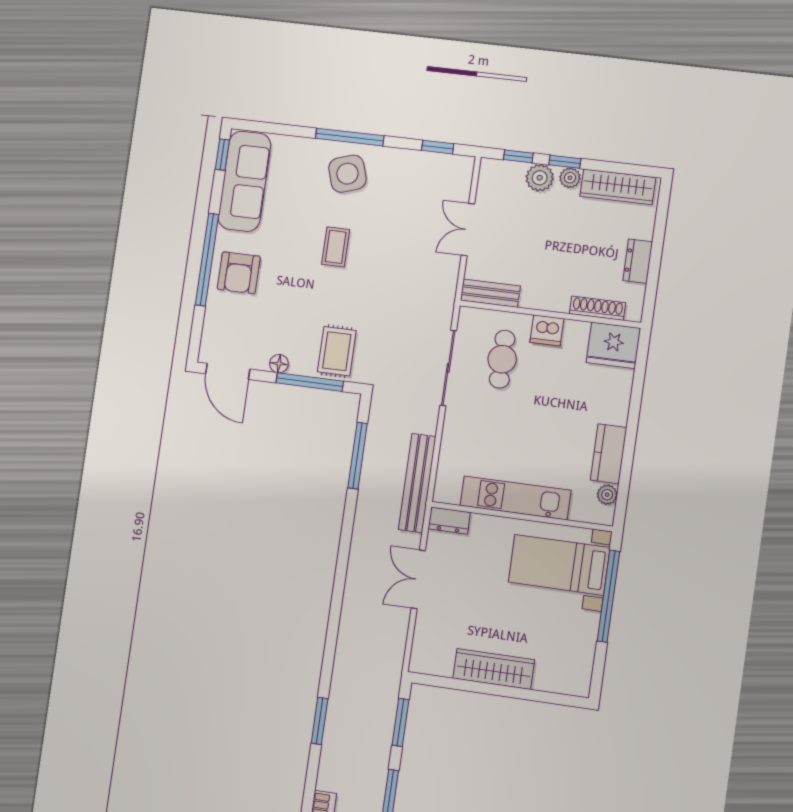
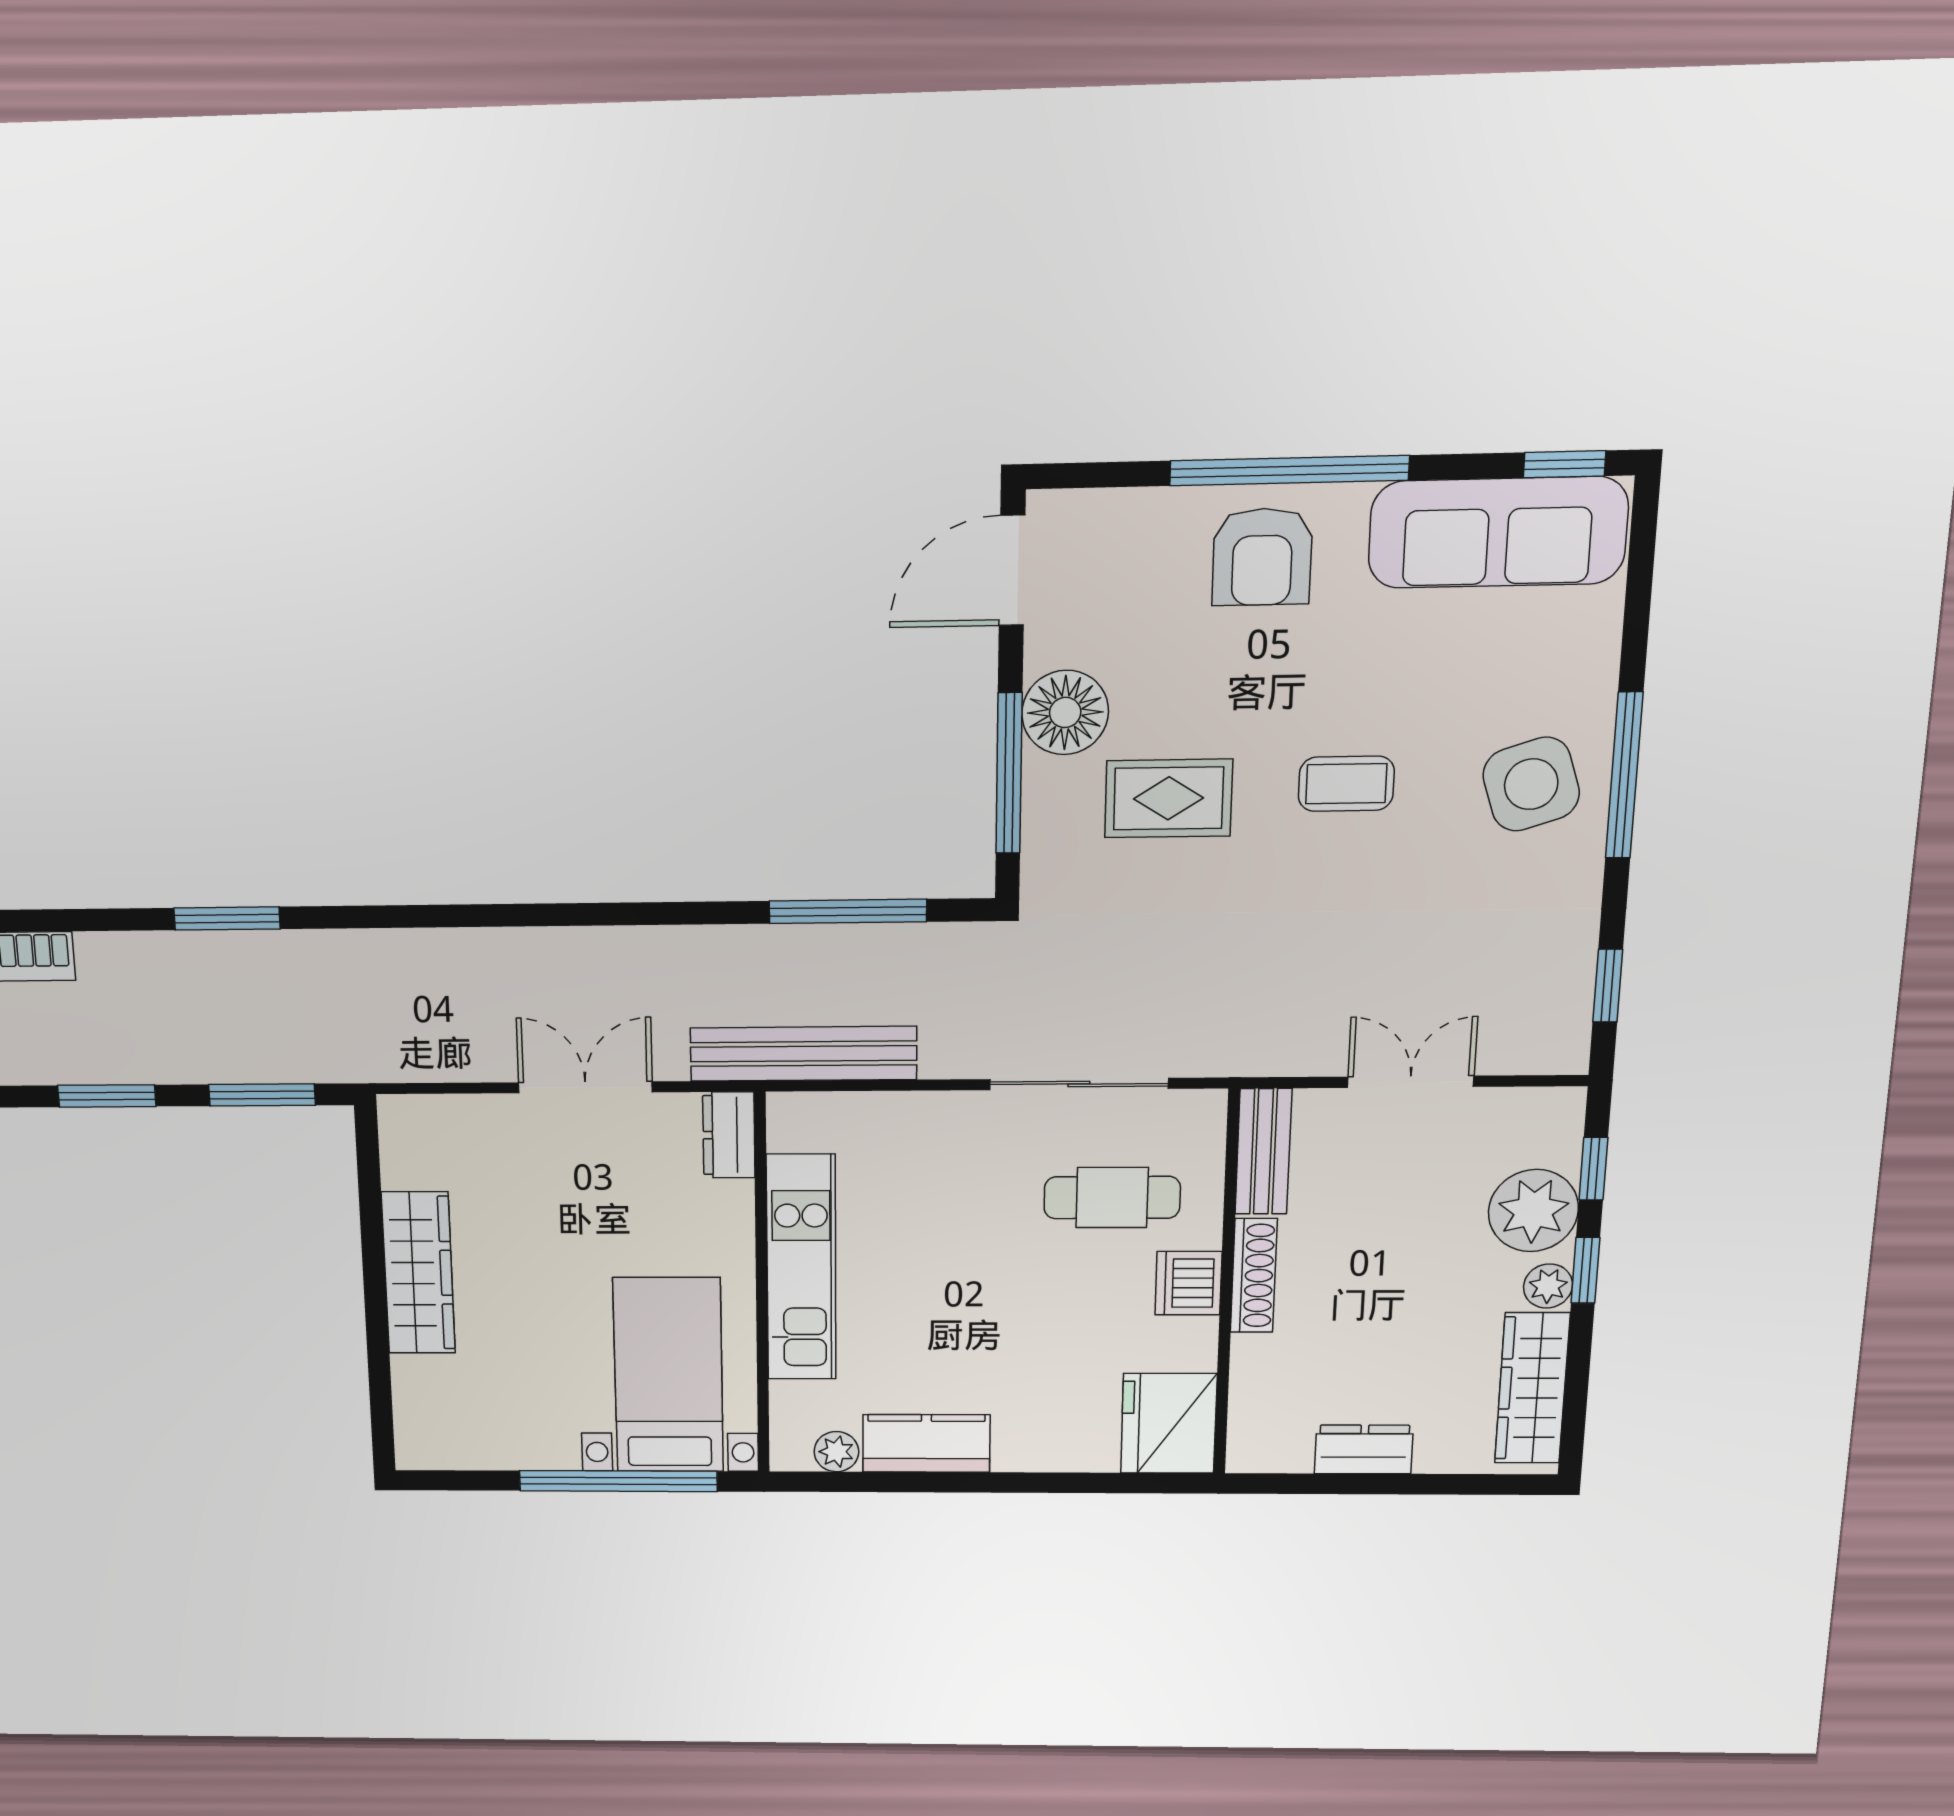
plant: (540, 178) -> (1533, 1211), width x1.36, depth x1.36
armchair: (239, 273) -> (1262, 557), turned -90
shoe rack: (598, 308) -> (1254, 1276), moved
rug: (337, 351) -> (1169, 798), moved
floor lamp: (279, 364) -> (1065, 712), width x1.89, depth x1.89

